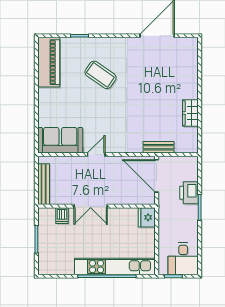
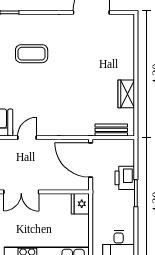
coffee table: (100, 75) -> (32, 54), turned -35
bench: (159, 147) -> (111, 130), moved

